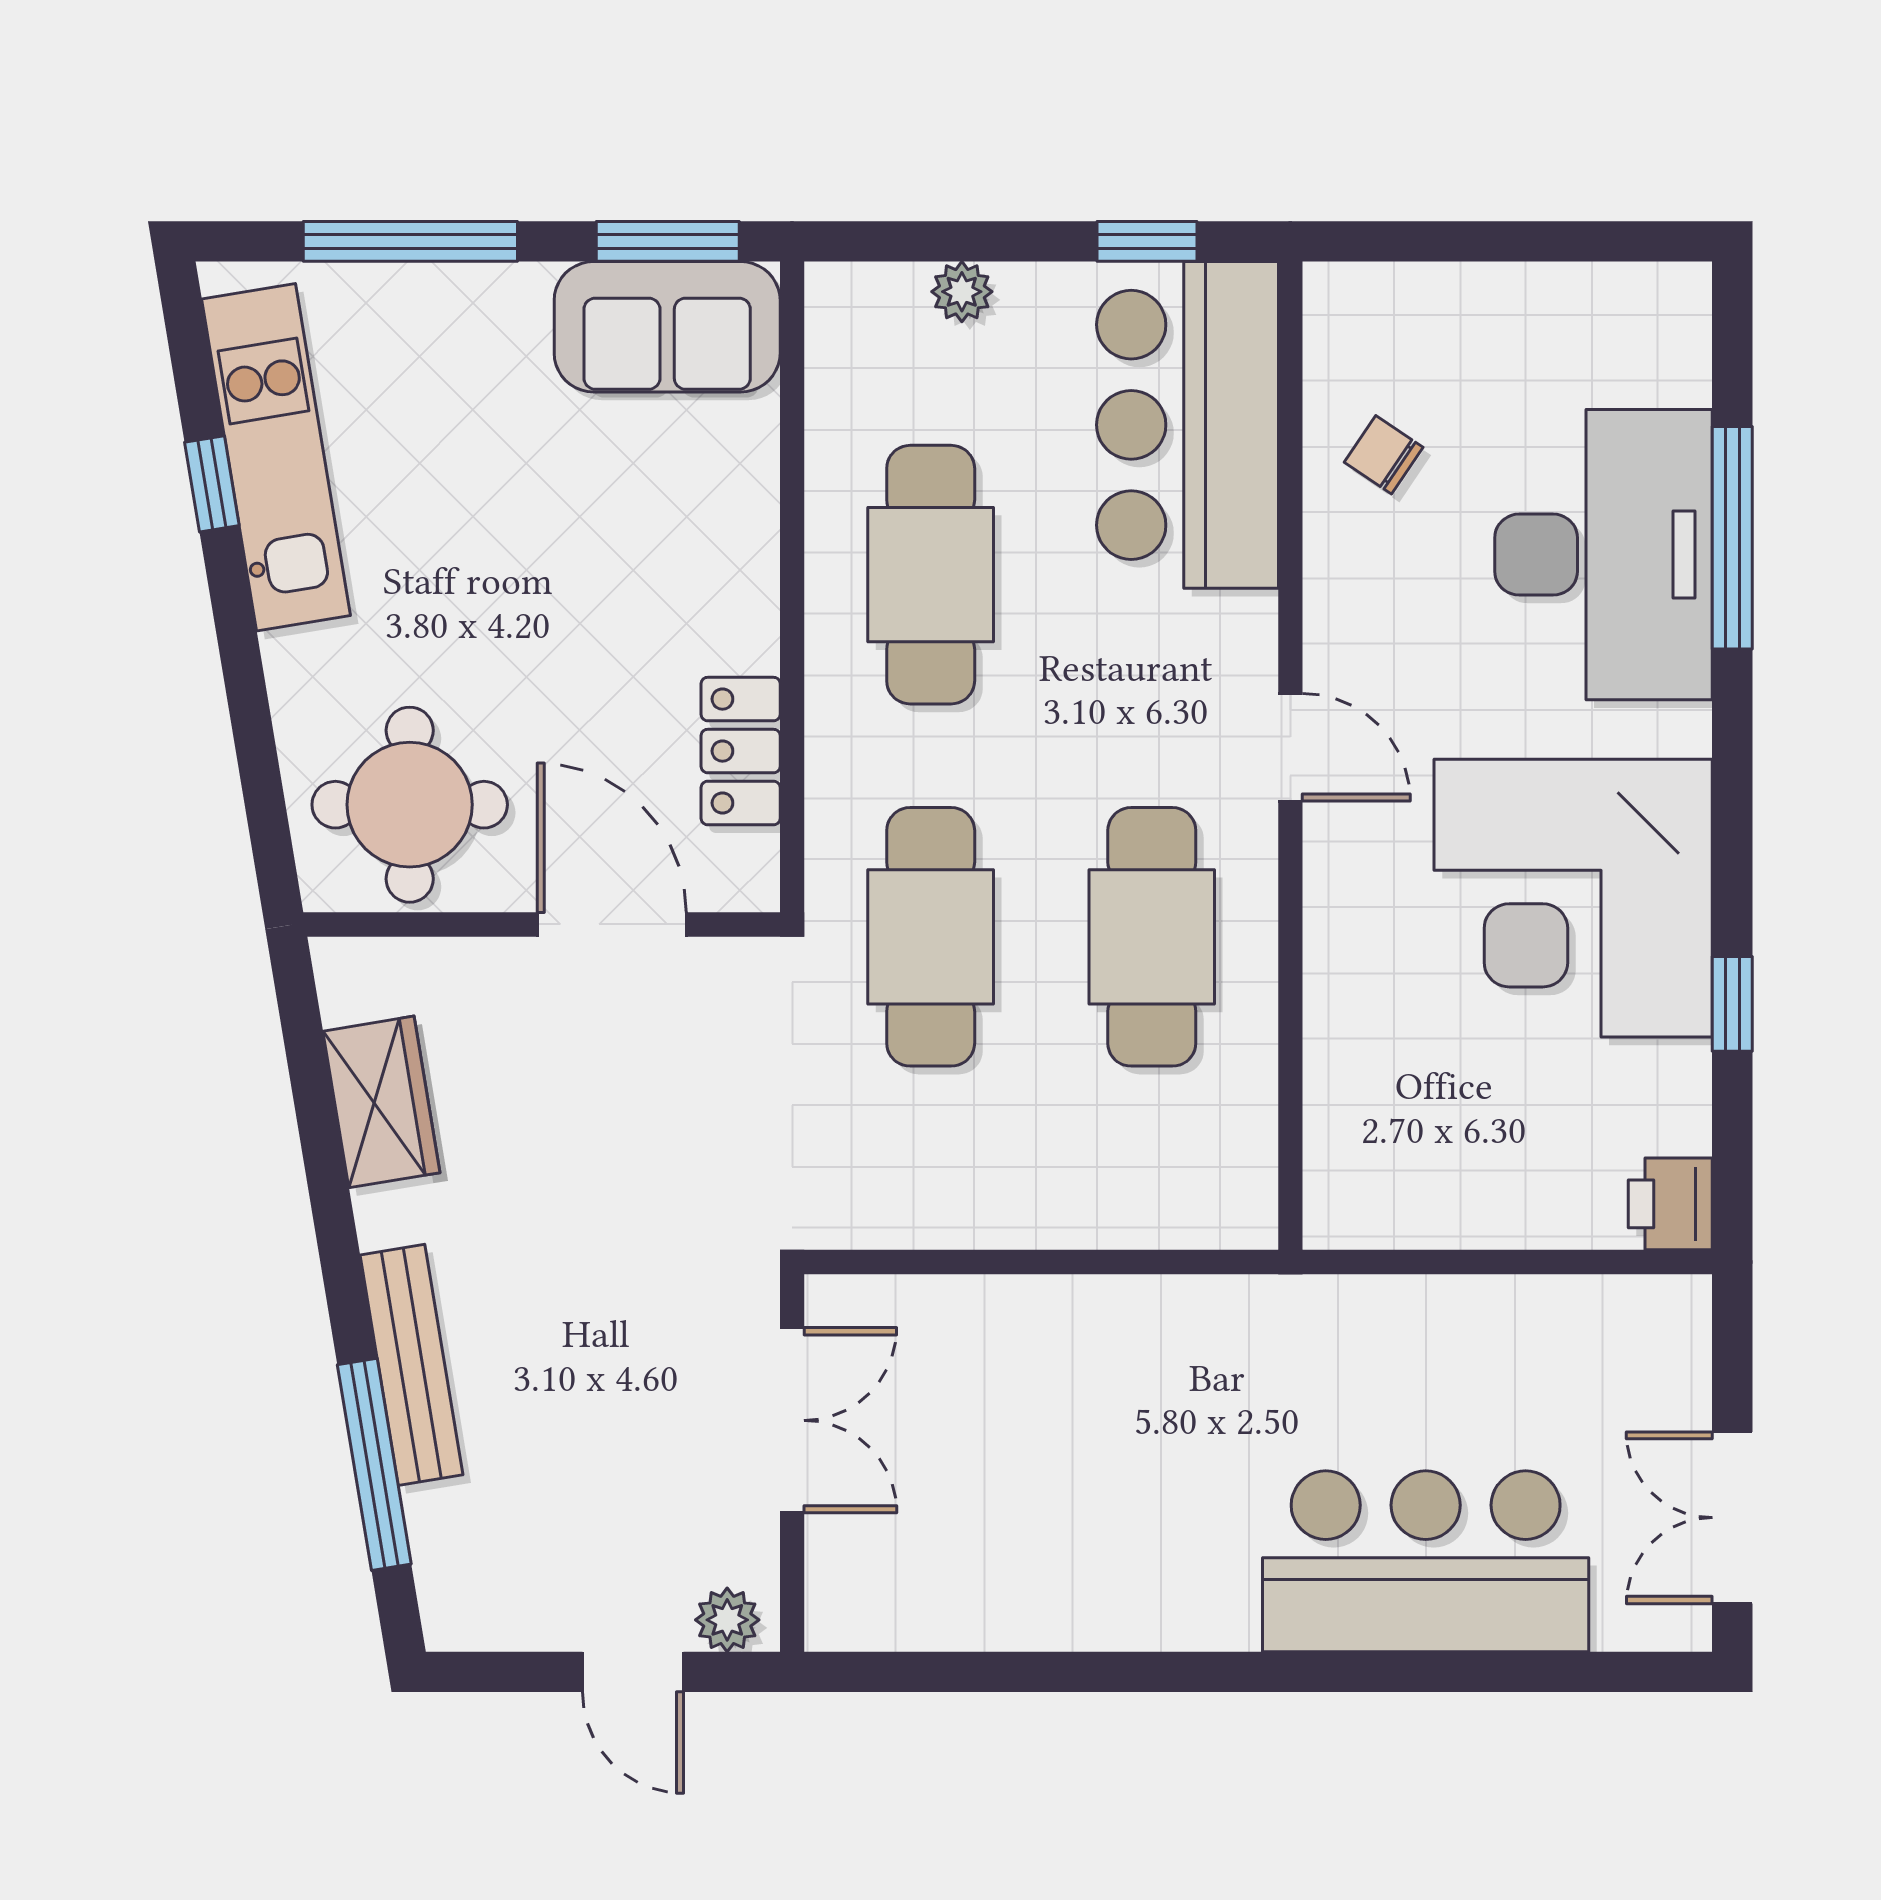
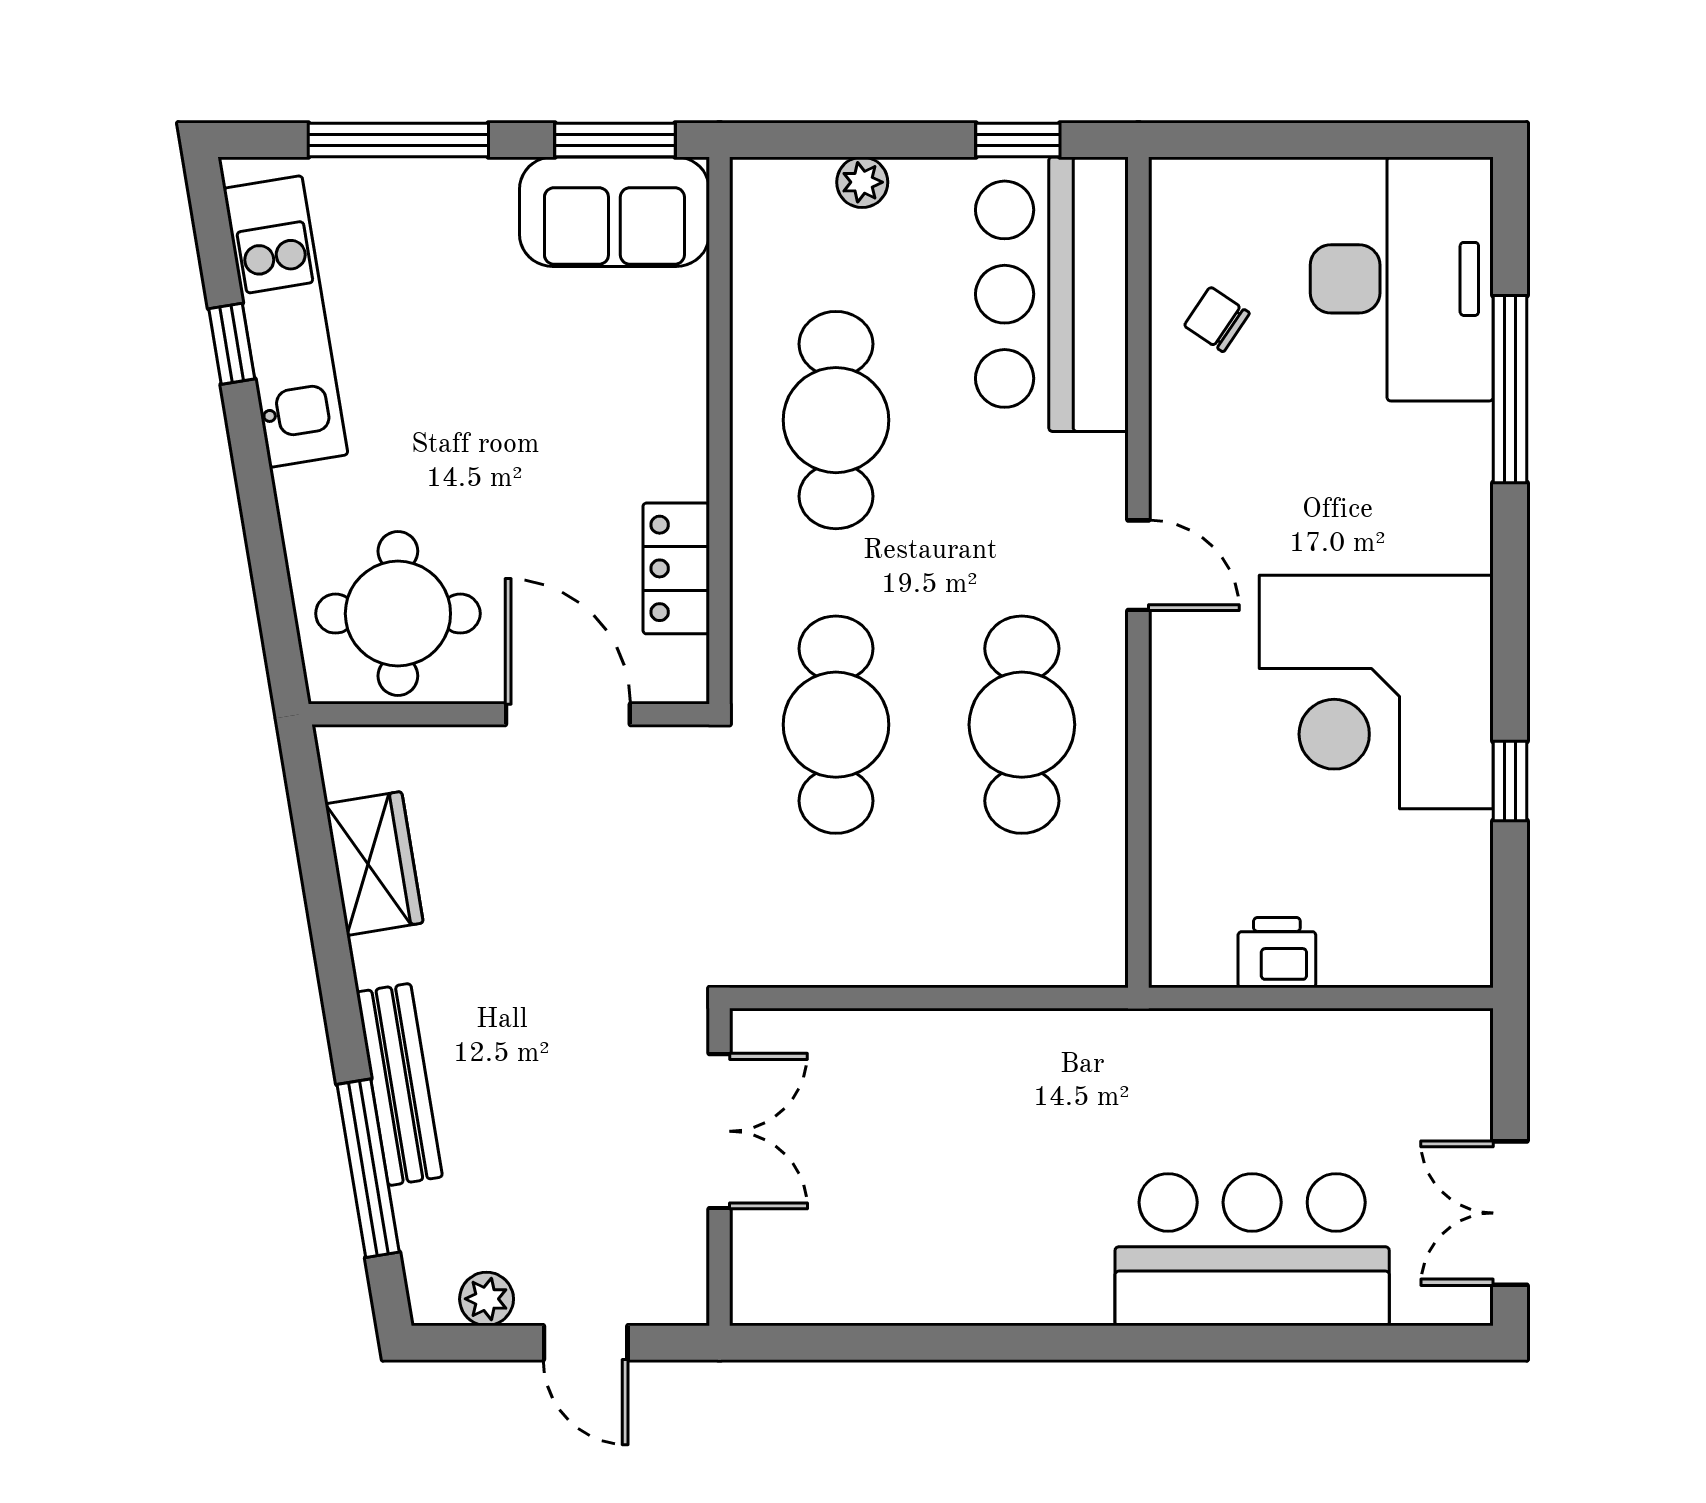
desk: (1604, 555) -> (1402, 279), moved
printer: (1670, 1204) -> (1277, 953), moved, turned 90
plant: (727, 1620) -> (487, 1299), moved

